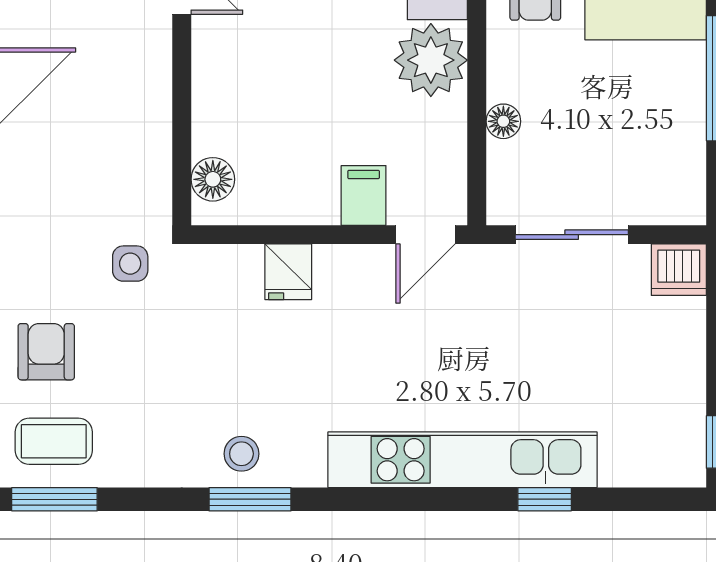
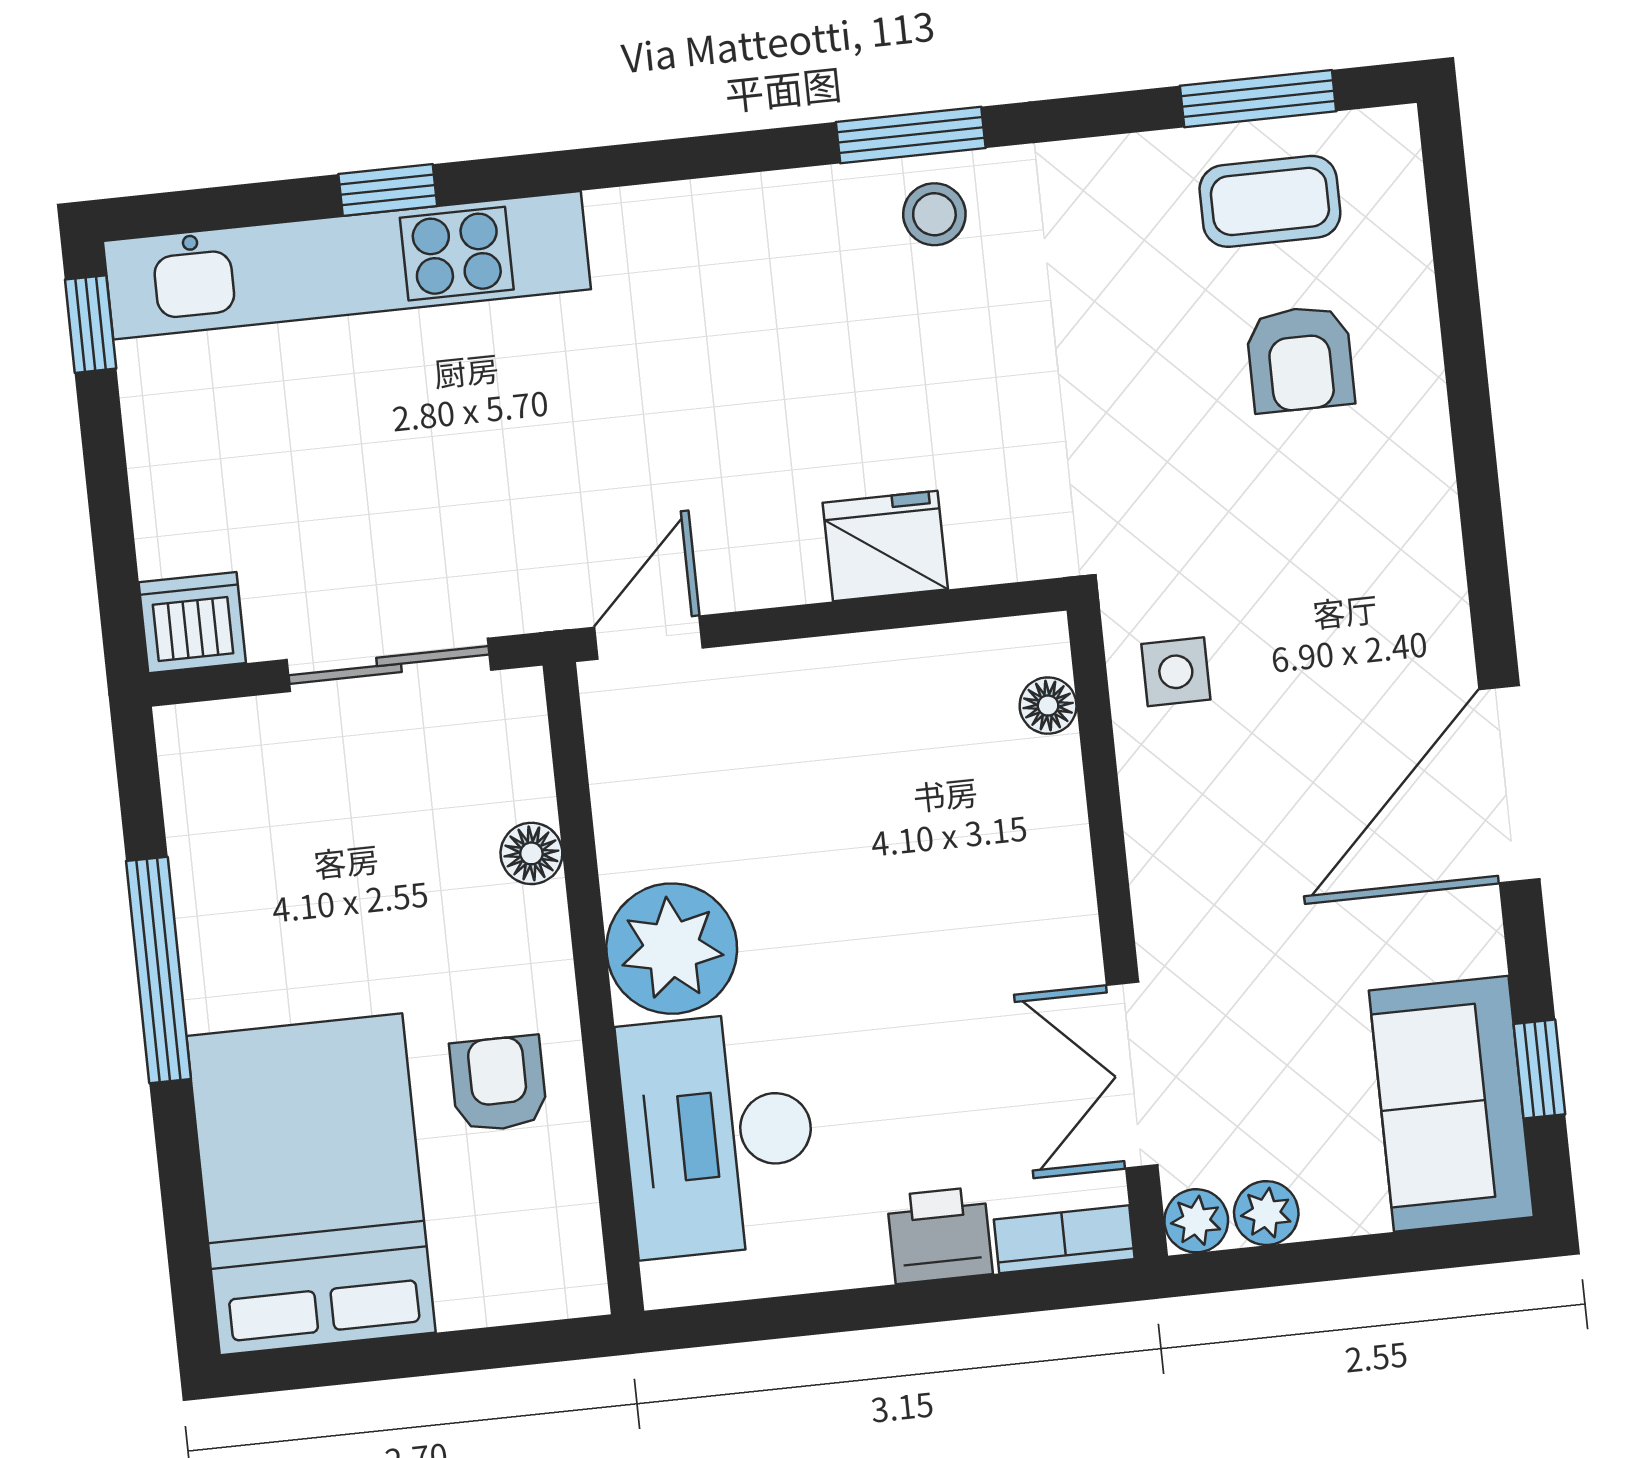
floor lamp: (213, 179) -> (1048, 706), width x0.73, depth x0.73
filing cabinet: (364, 195) -> (766, 696), removed
side table: (130, 264) -> (1176, 672), moved
fridge: (288, 272) -> (885, 546), width x1.38
kitchen unit: (463, 460) -> (347, 265), moved

